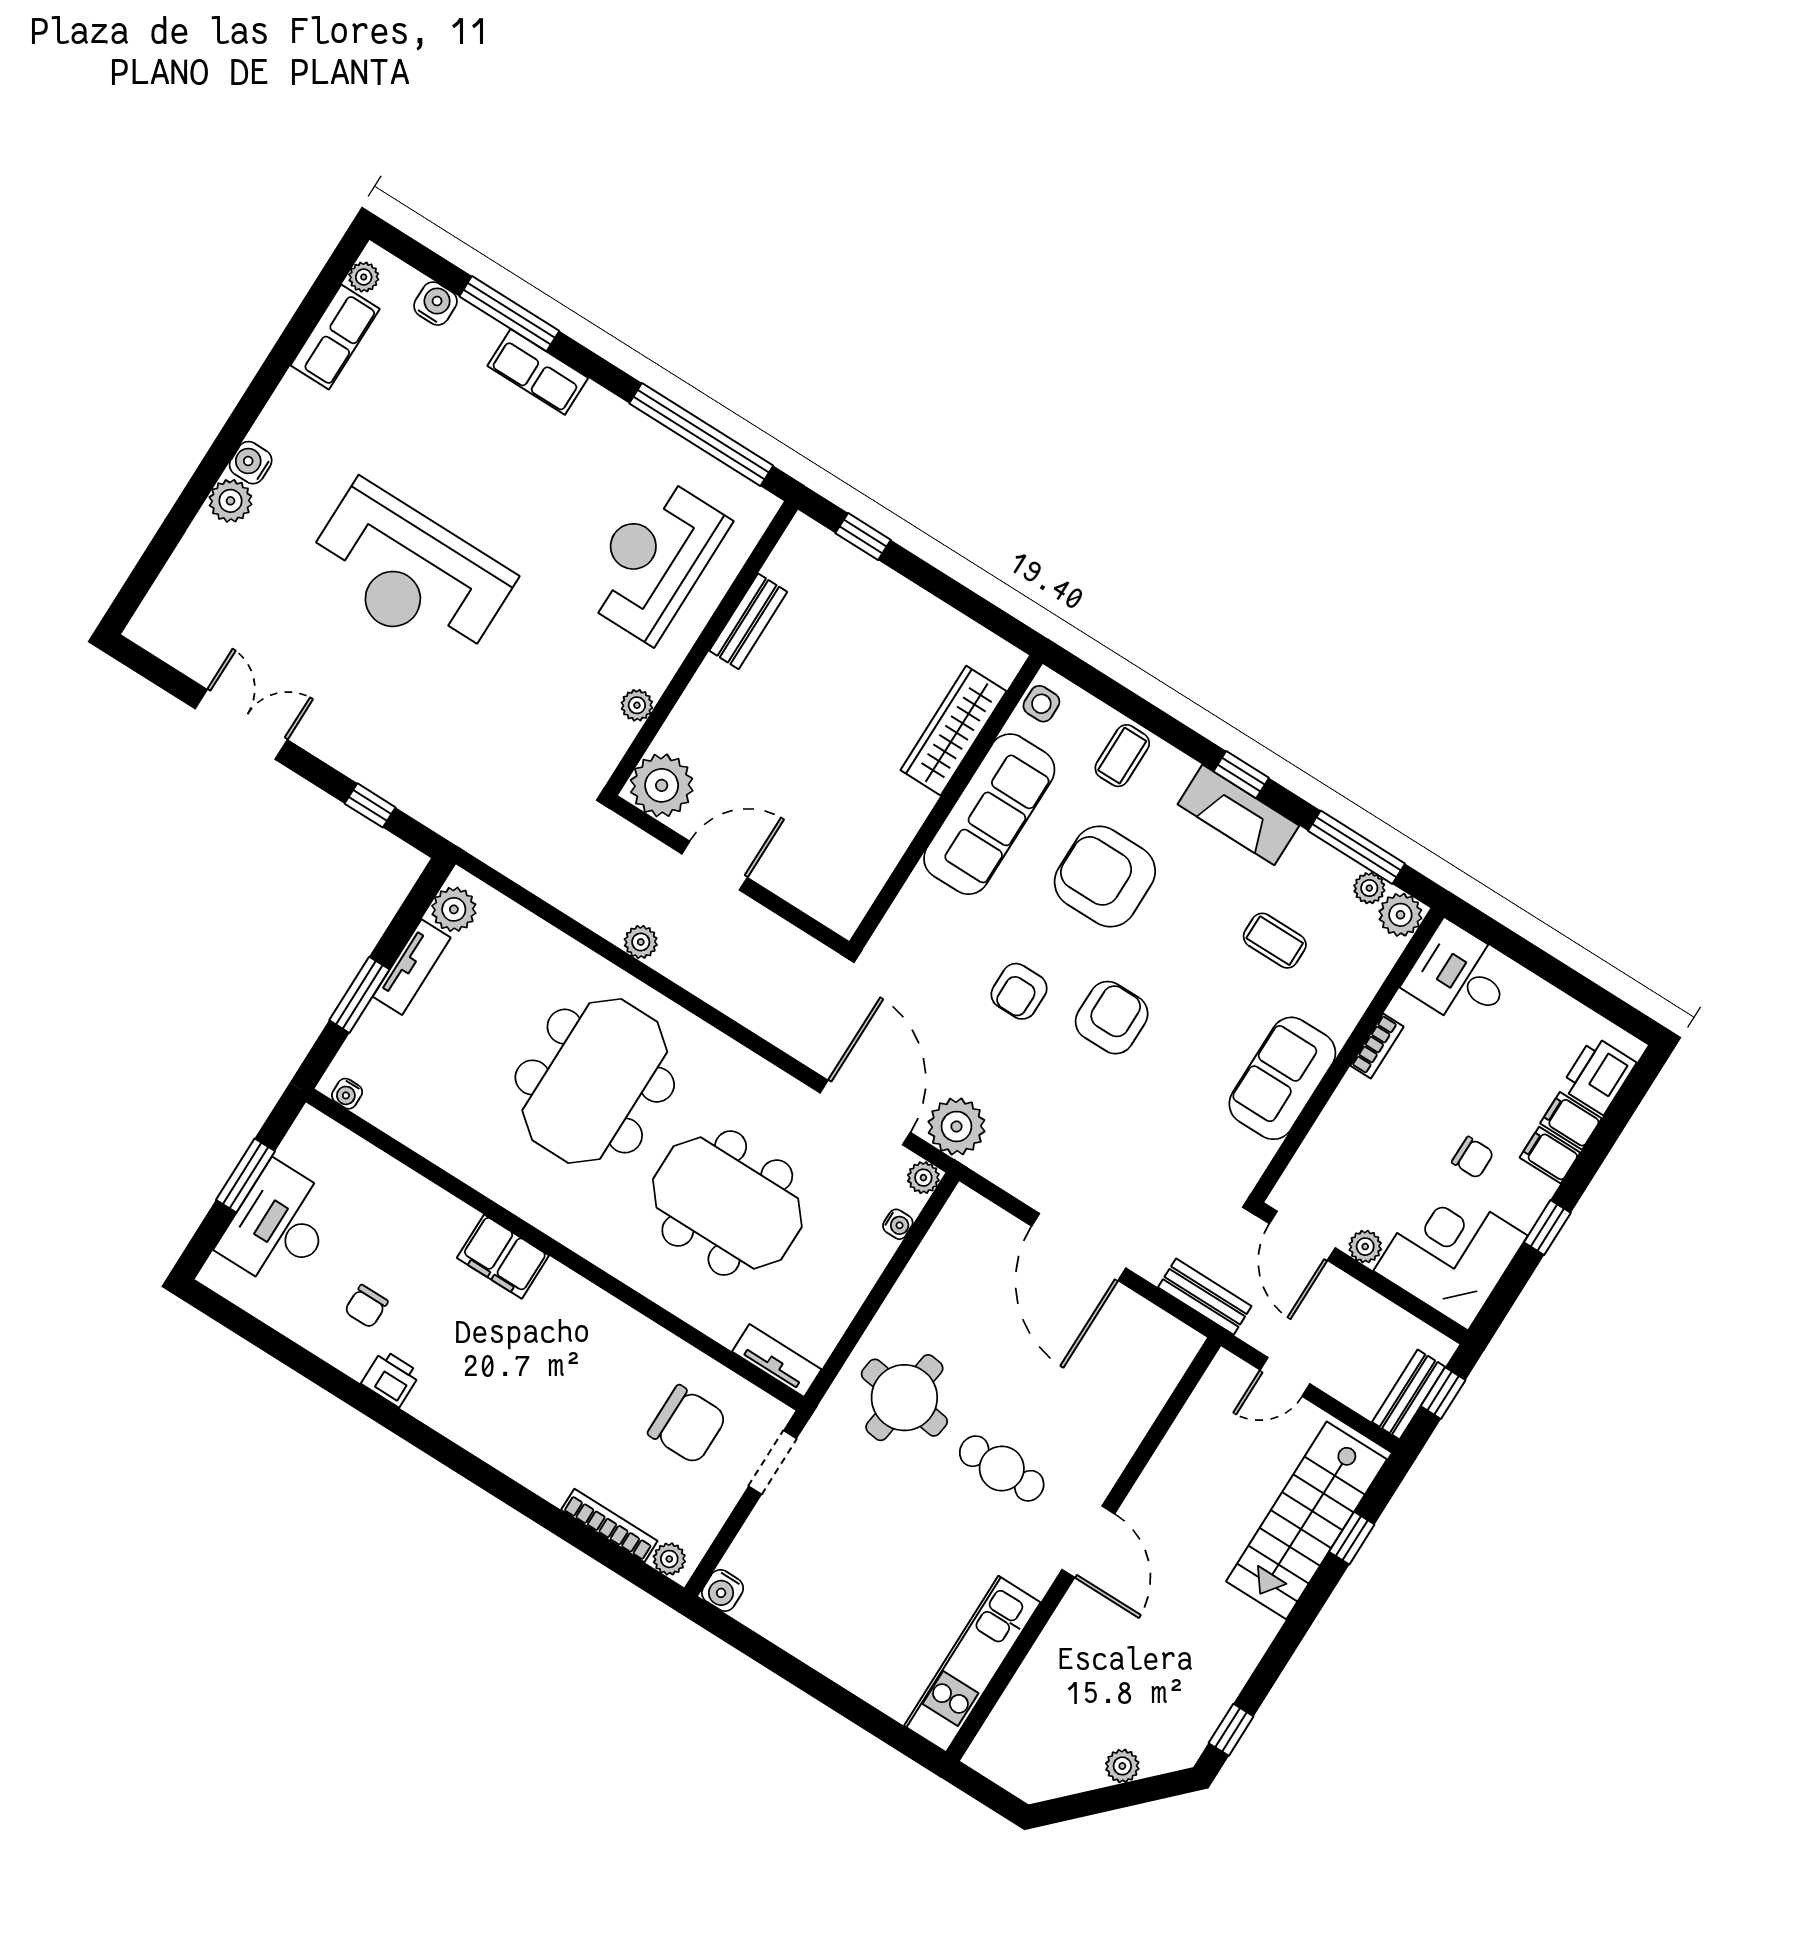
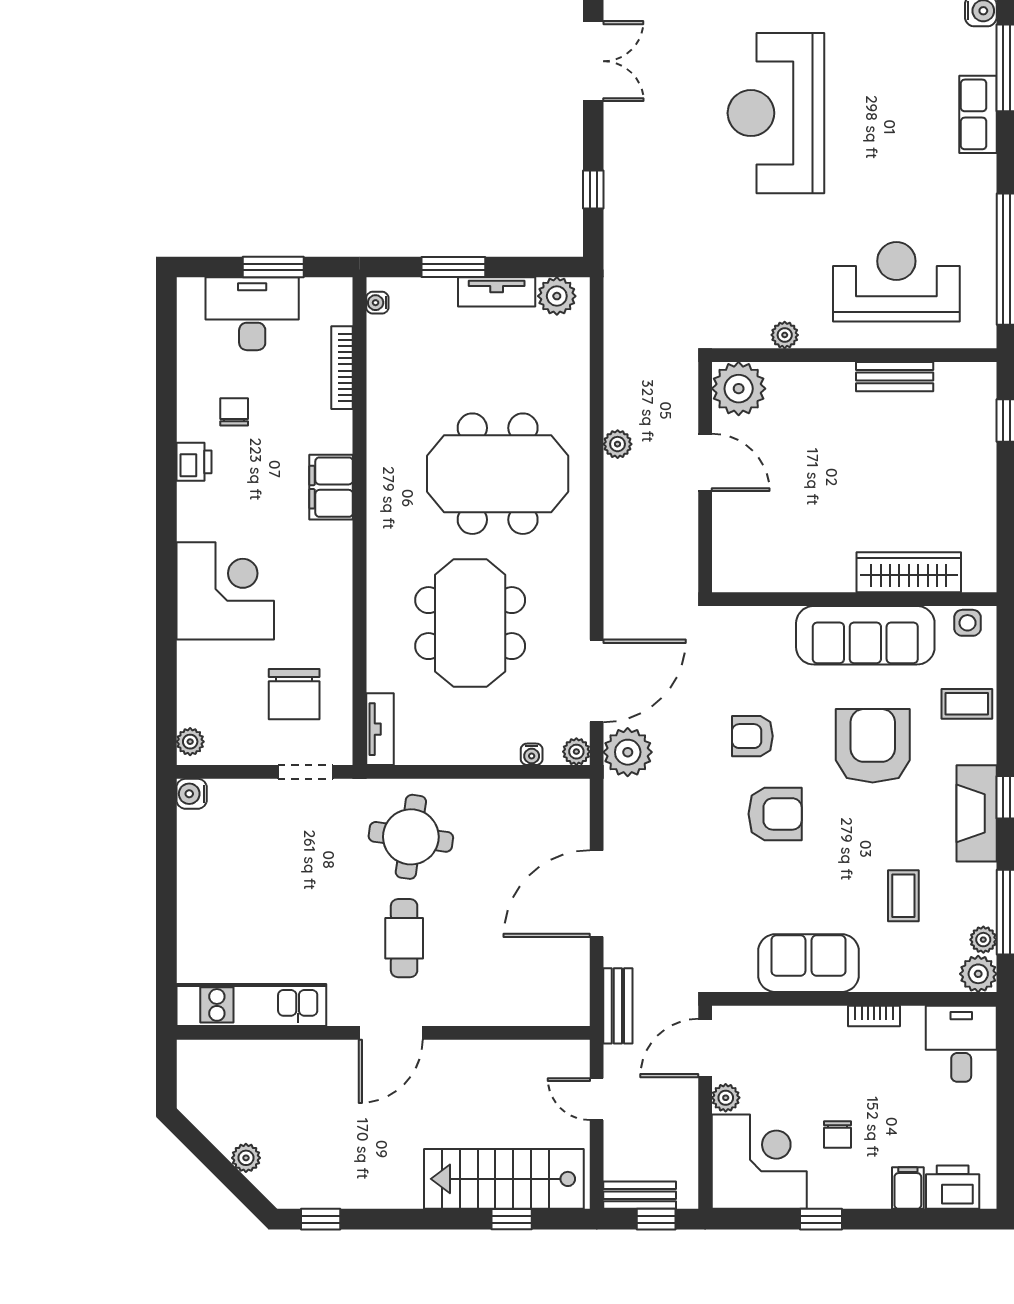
filing cabinet: (1550, 1155) -> (874, 1188), removed
chair: (366, 1306) -> (234, 412), turned 90
corner desk: (540, 1429) -> (225, 591), added
bookcase: (609, 1525) -> (342, 368), moved, turned 180

